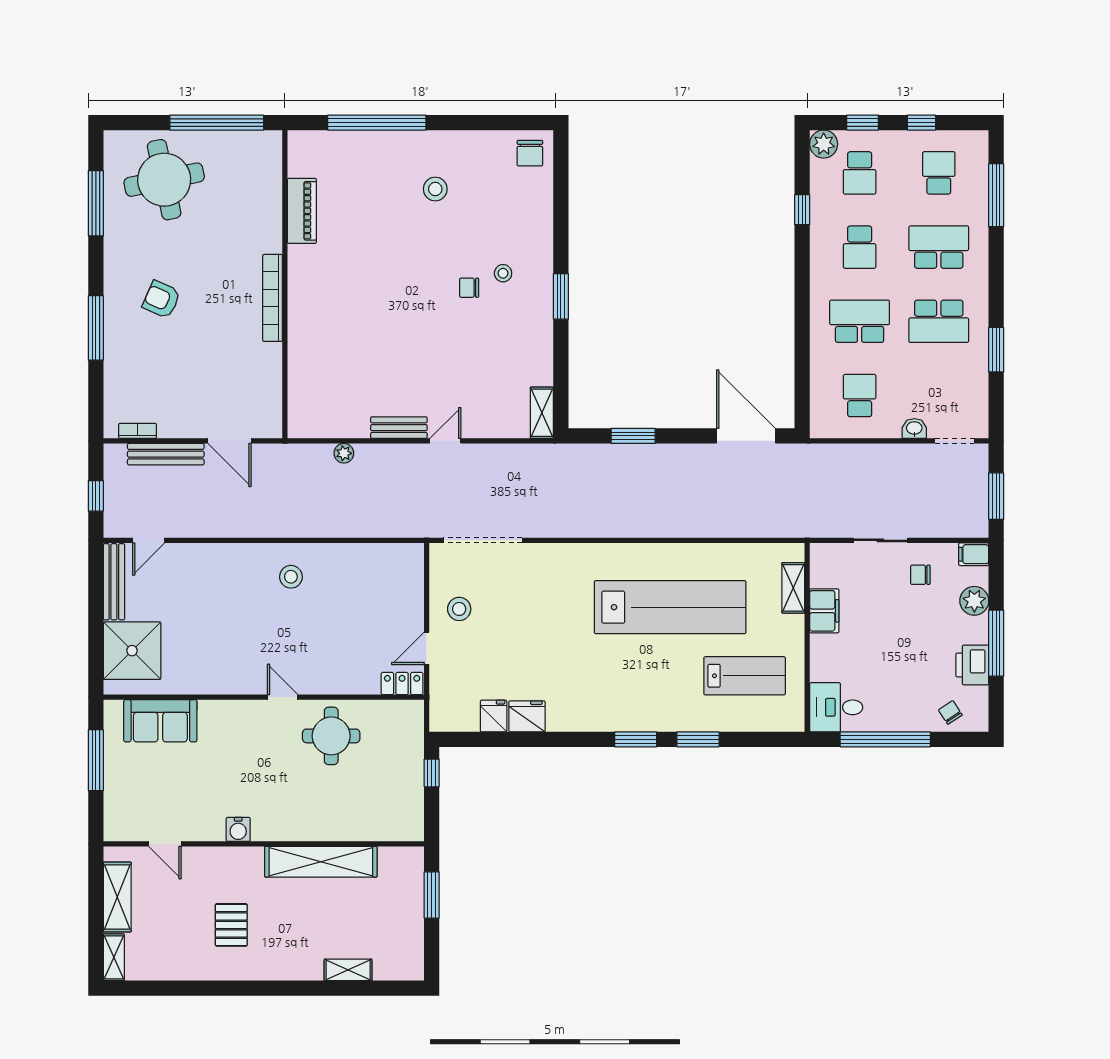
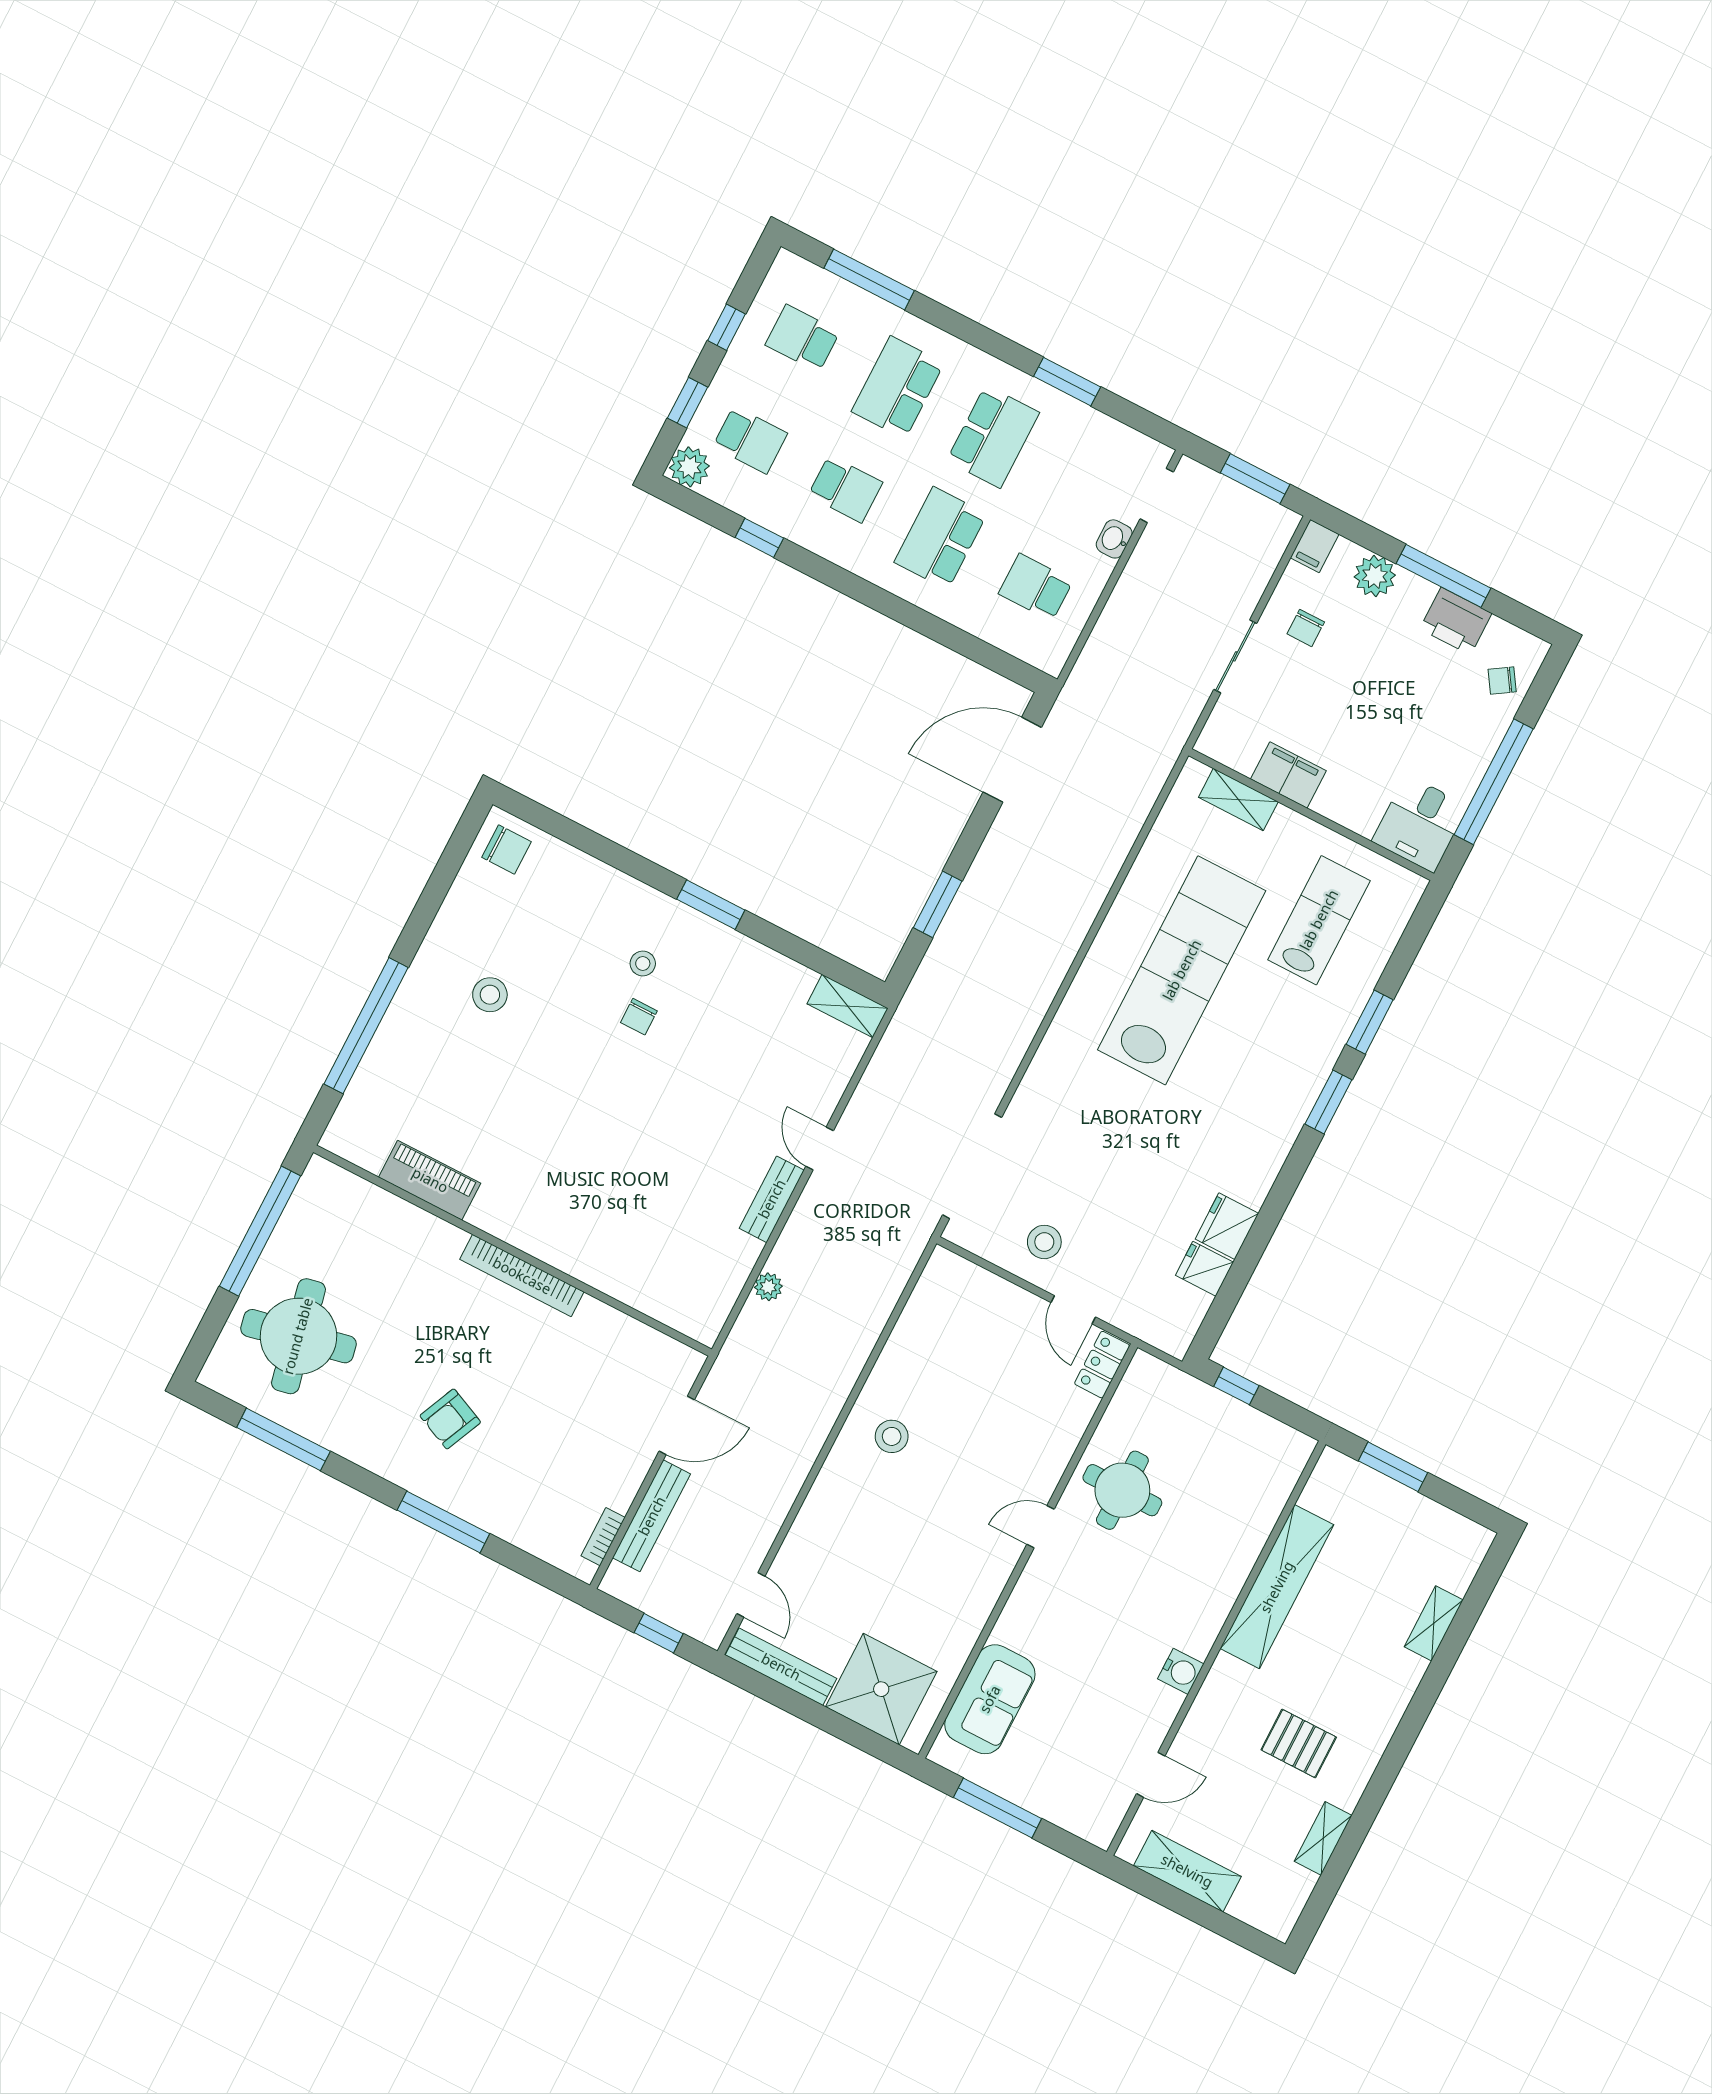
shelving: (114, 957) -> (1323, 1838), moved, turned 90

